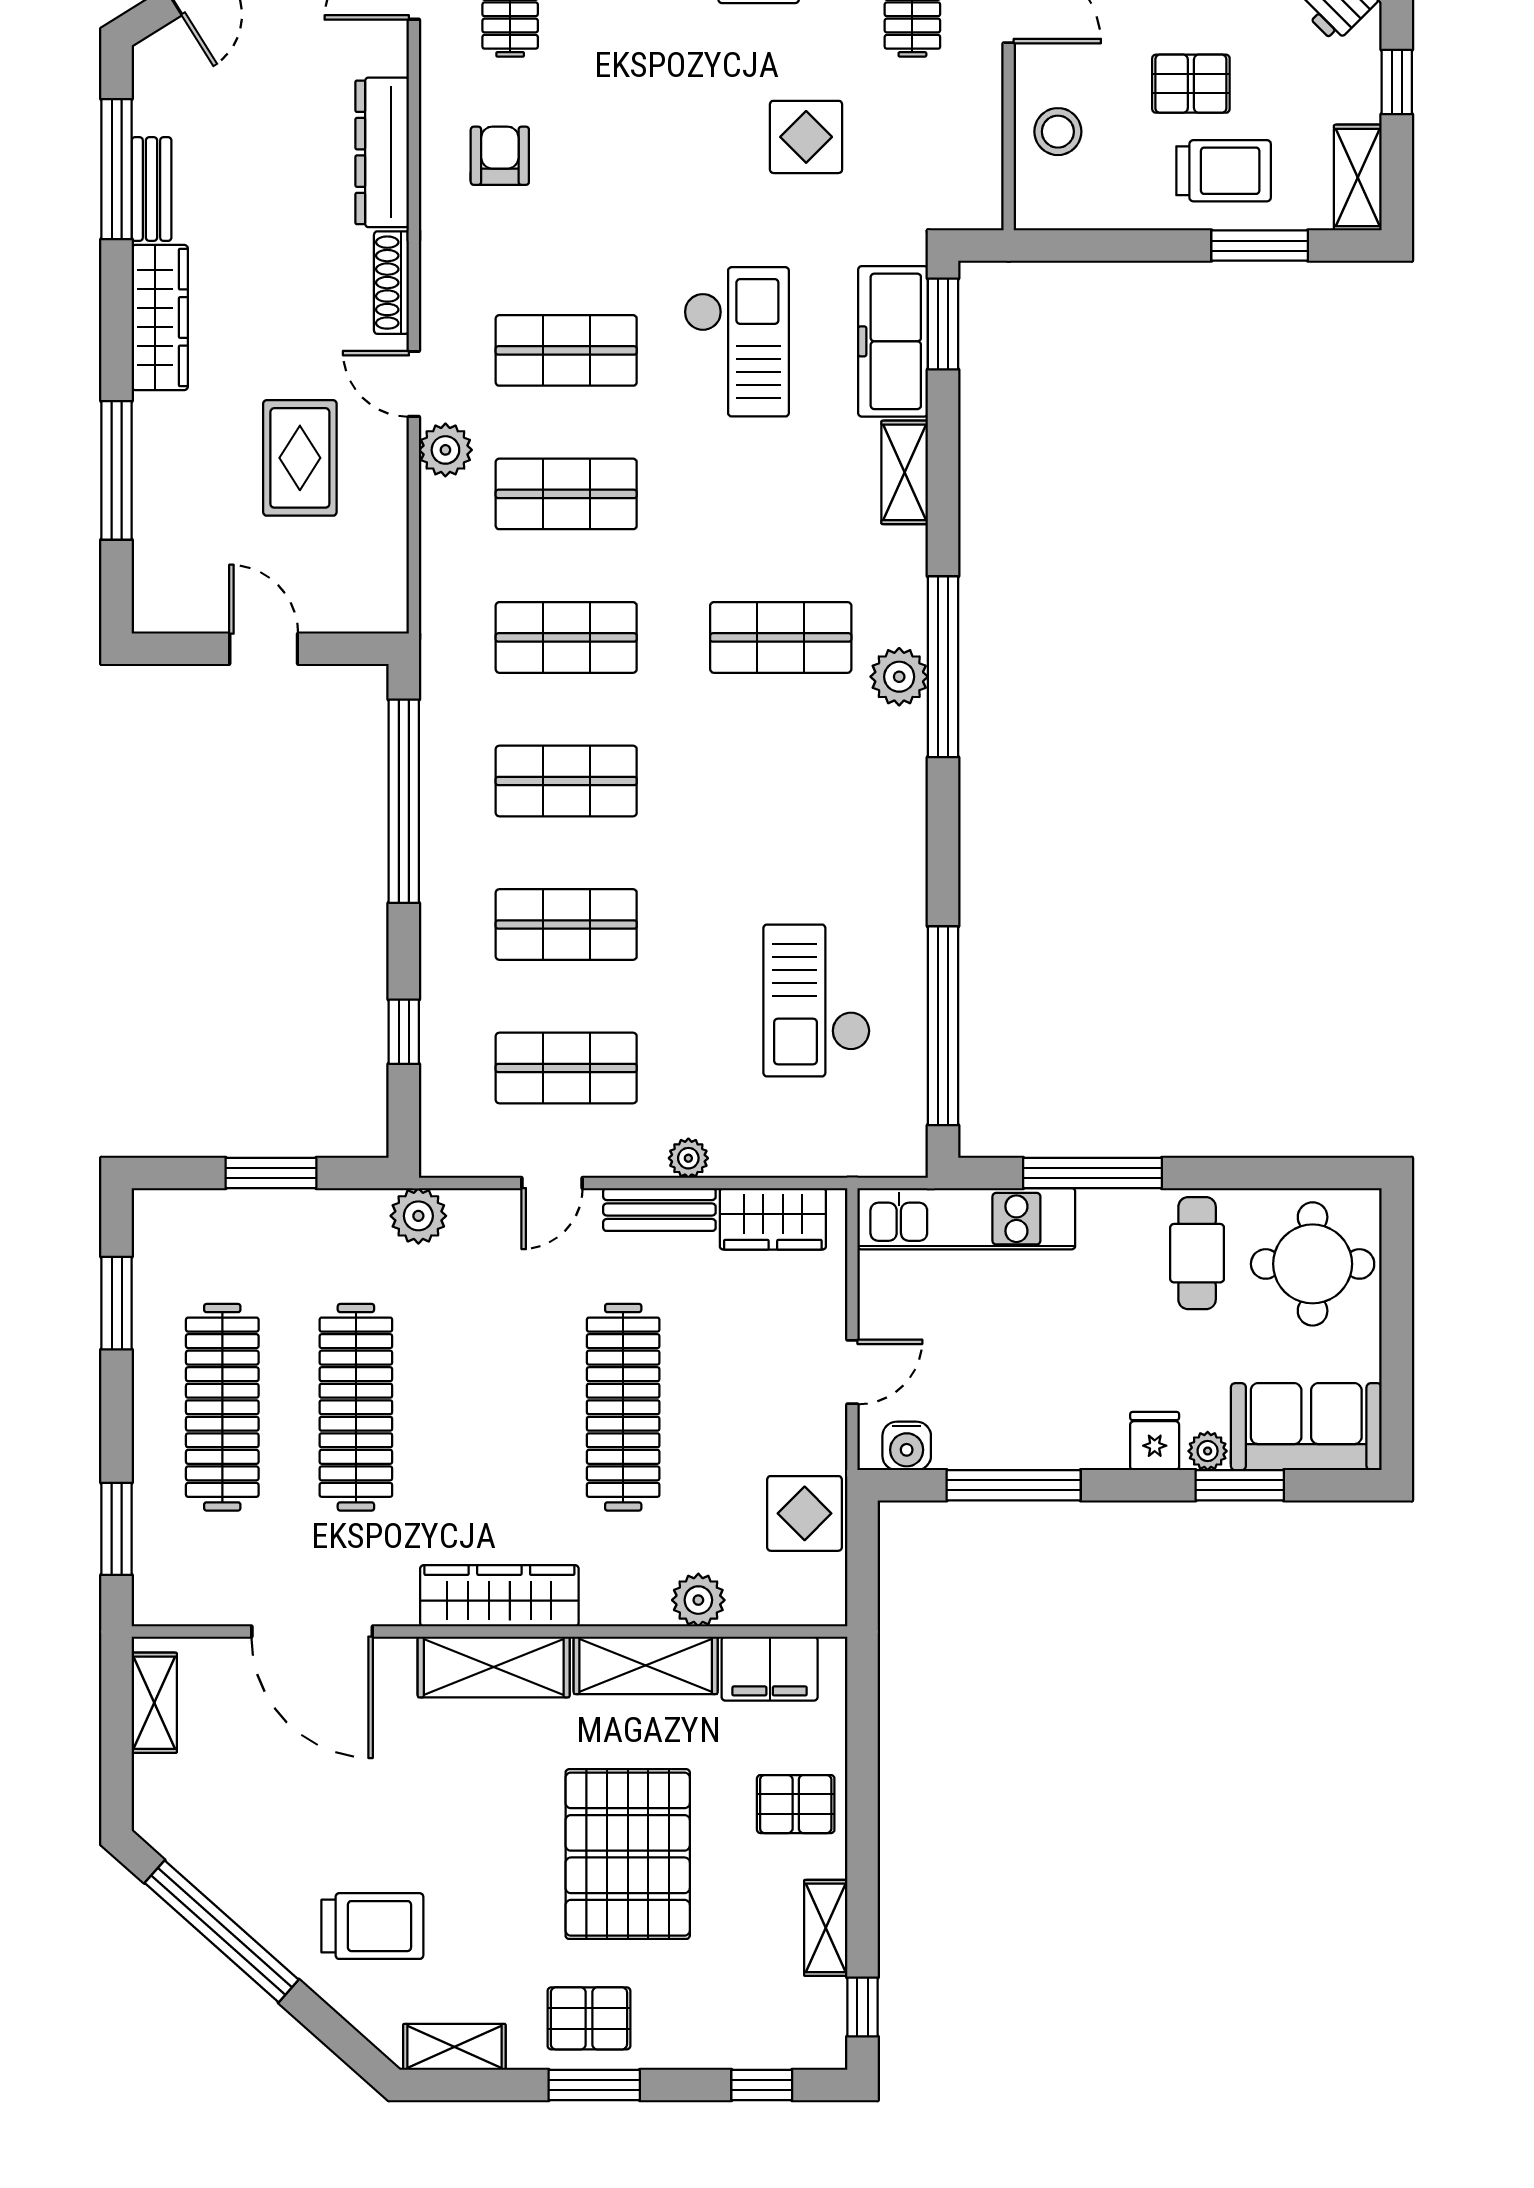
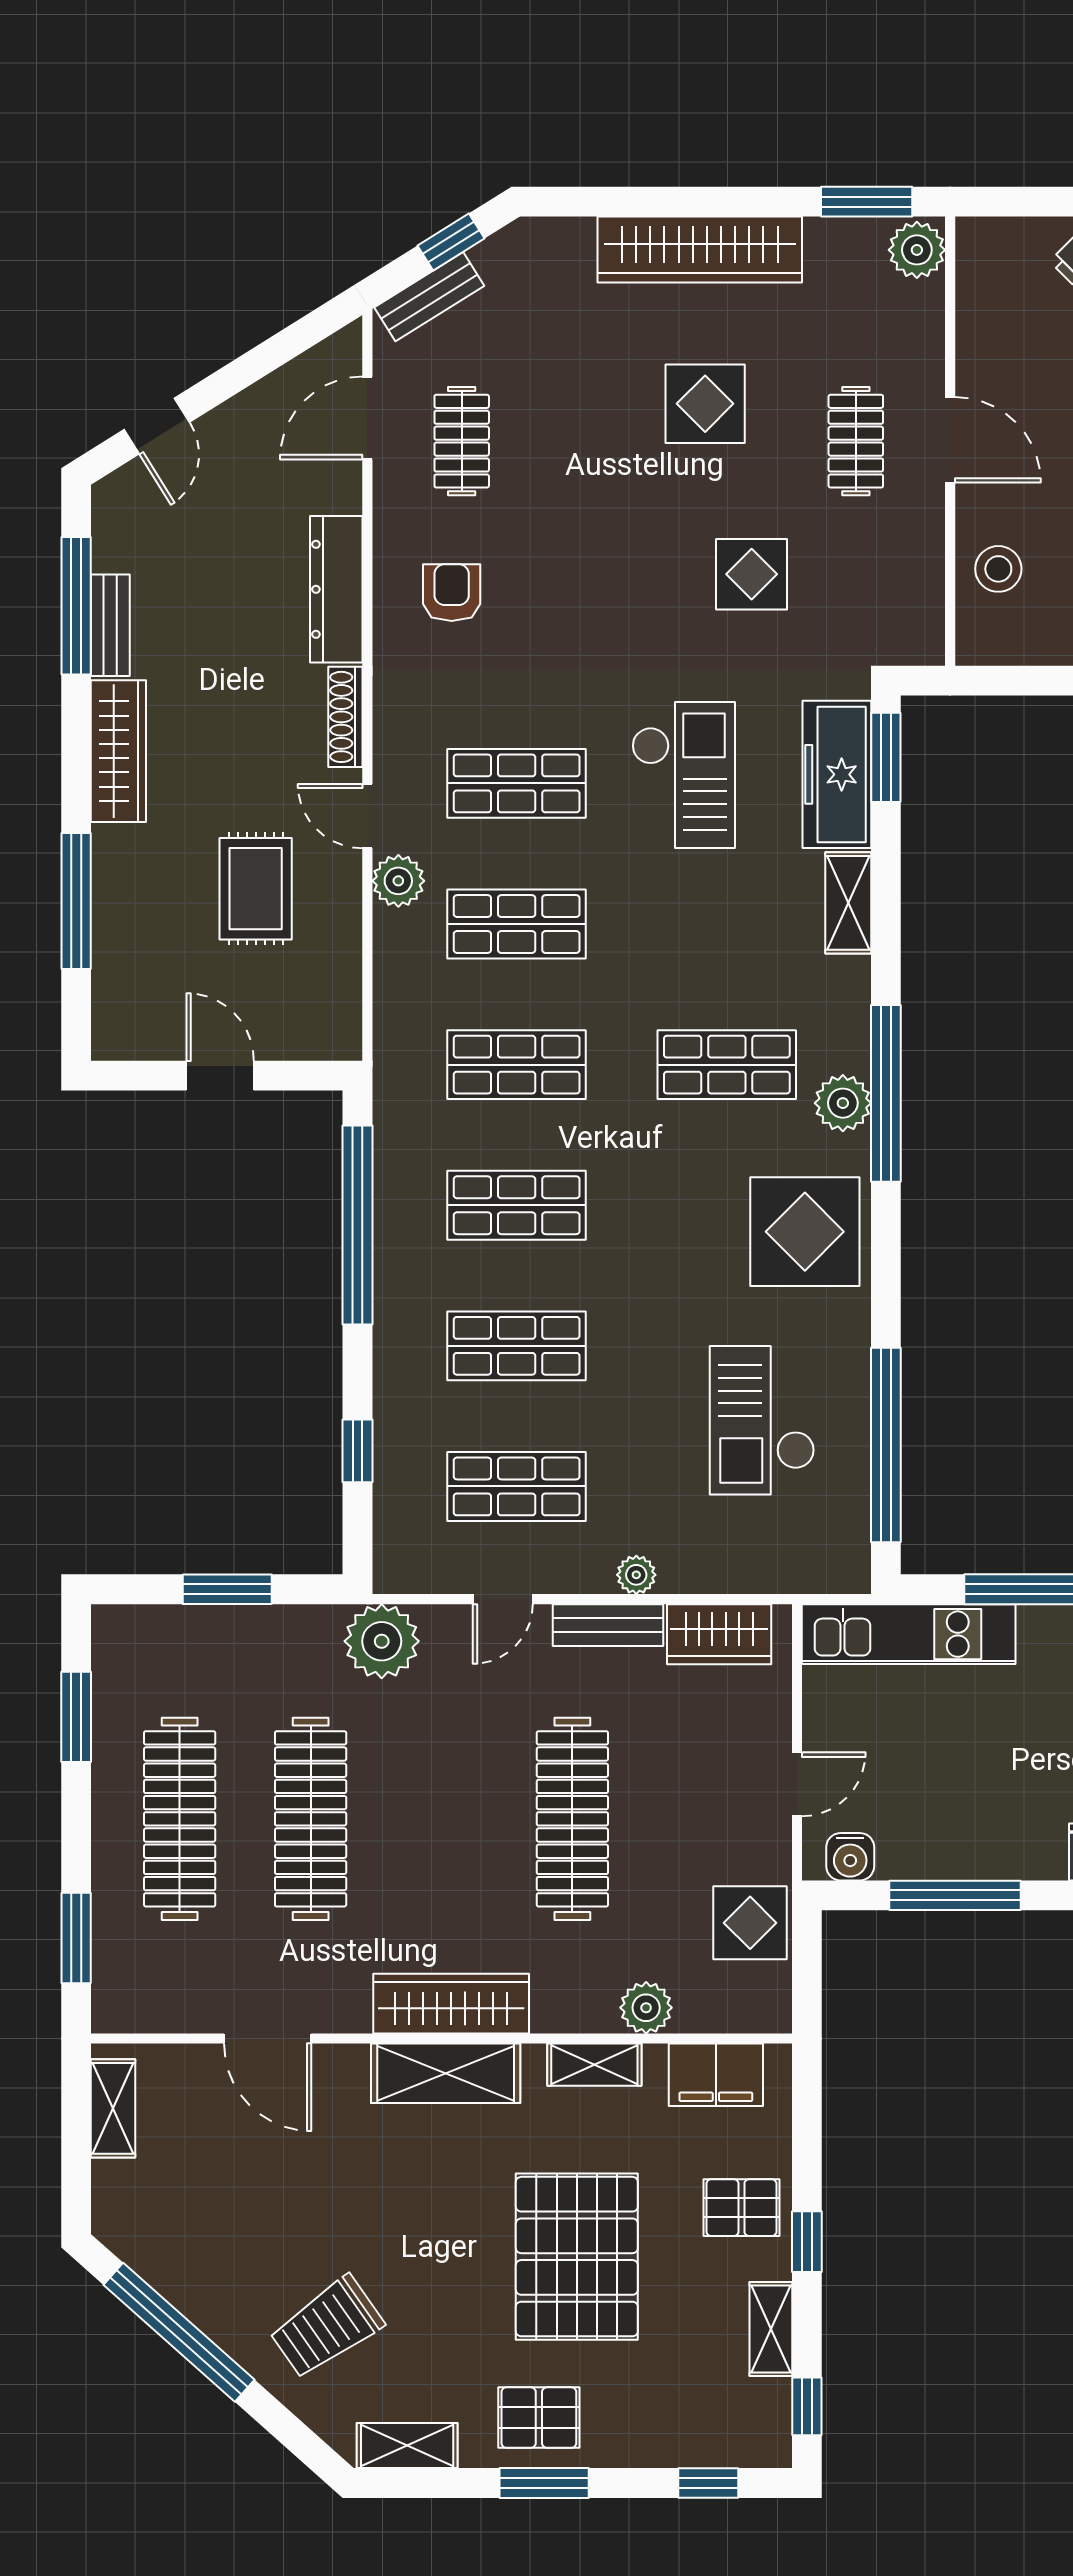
display table: (860, 808) -> (805, 1232), added
plant: (418, 1216) -> (382, 1641), width x1.36, depth x1.36
door: (312, 1632) -> (268, 2039), width x0.73
shelving: (646, 1665) -> (594, 2065), width x0.67, depth x0.75
window: (862, 1839) -> (807, 2242), added
trolley: (372, 1926) -> (327, 2327), turned 145

